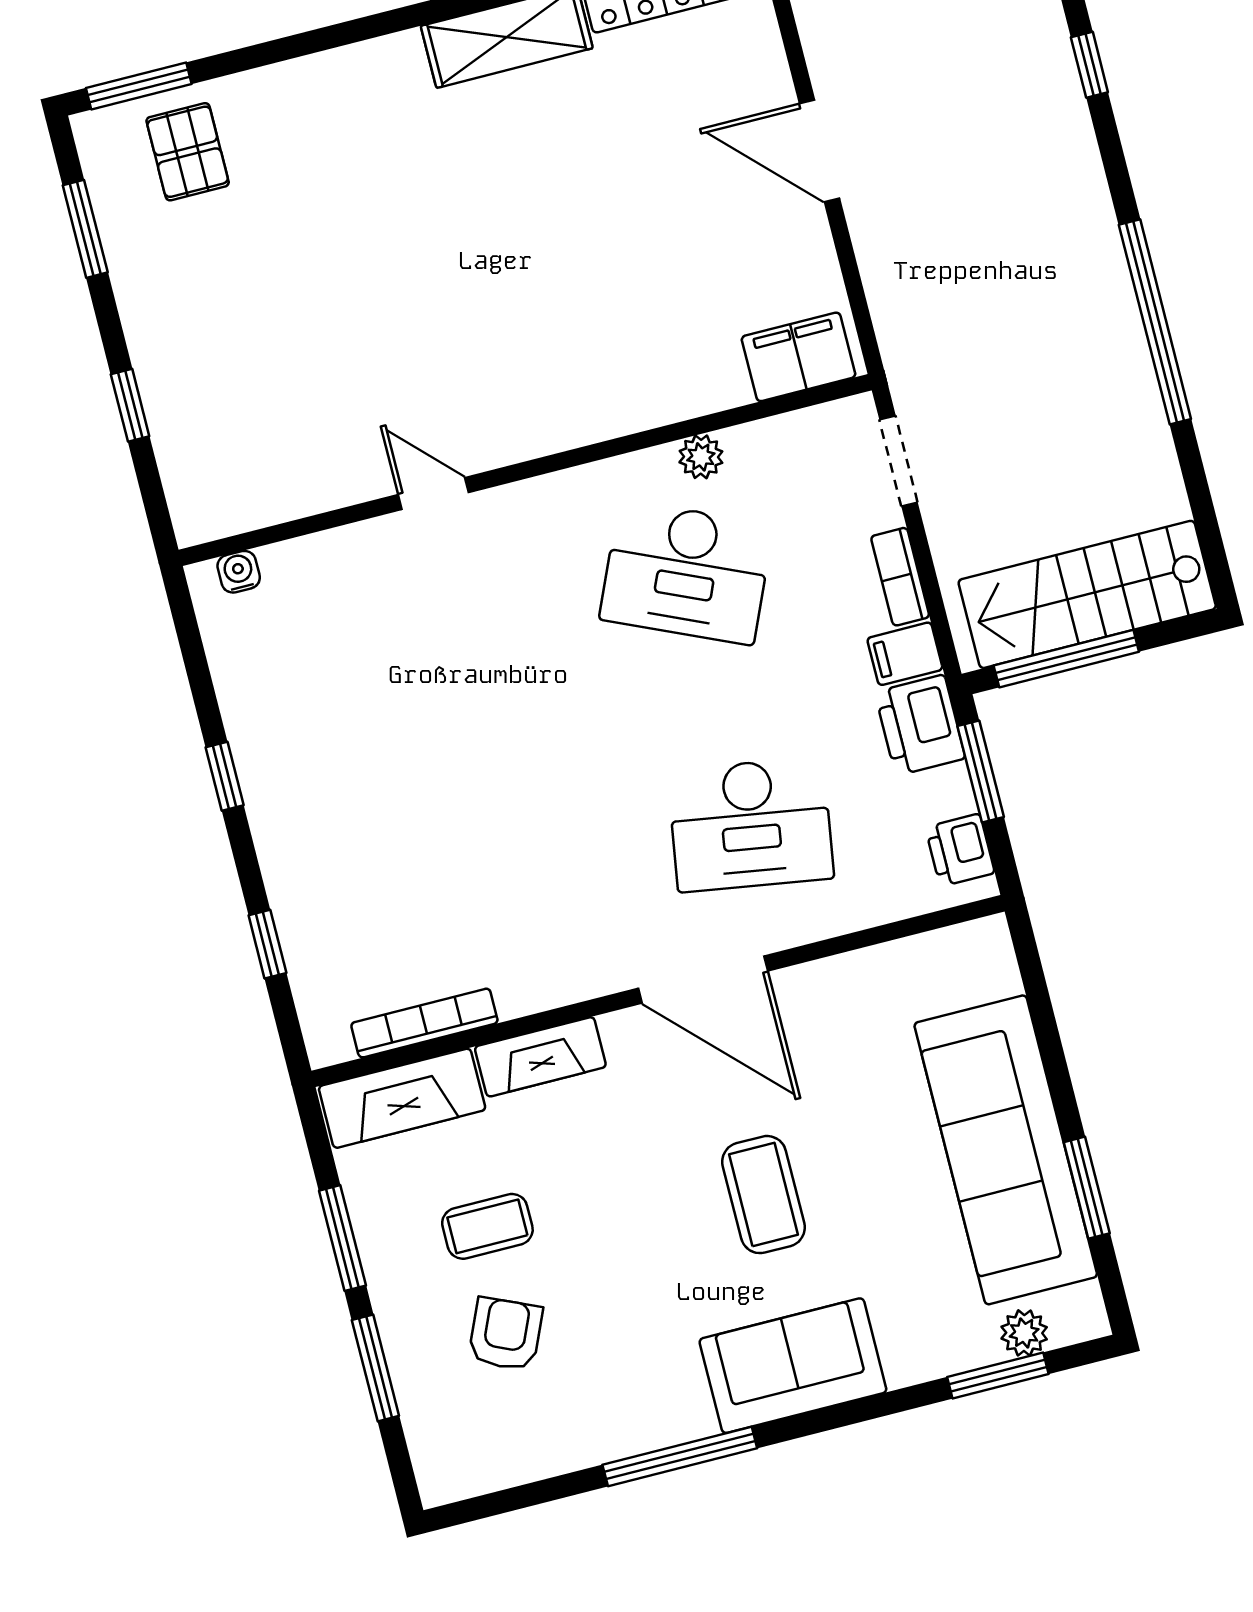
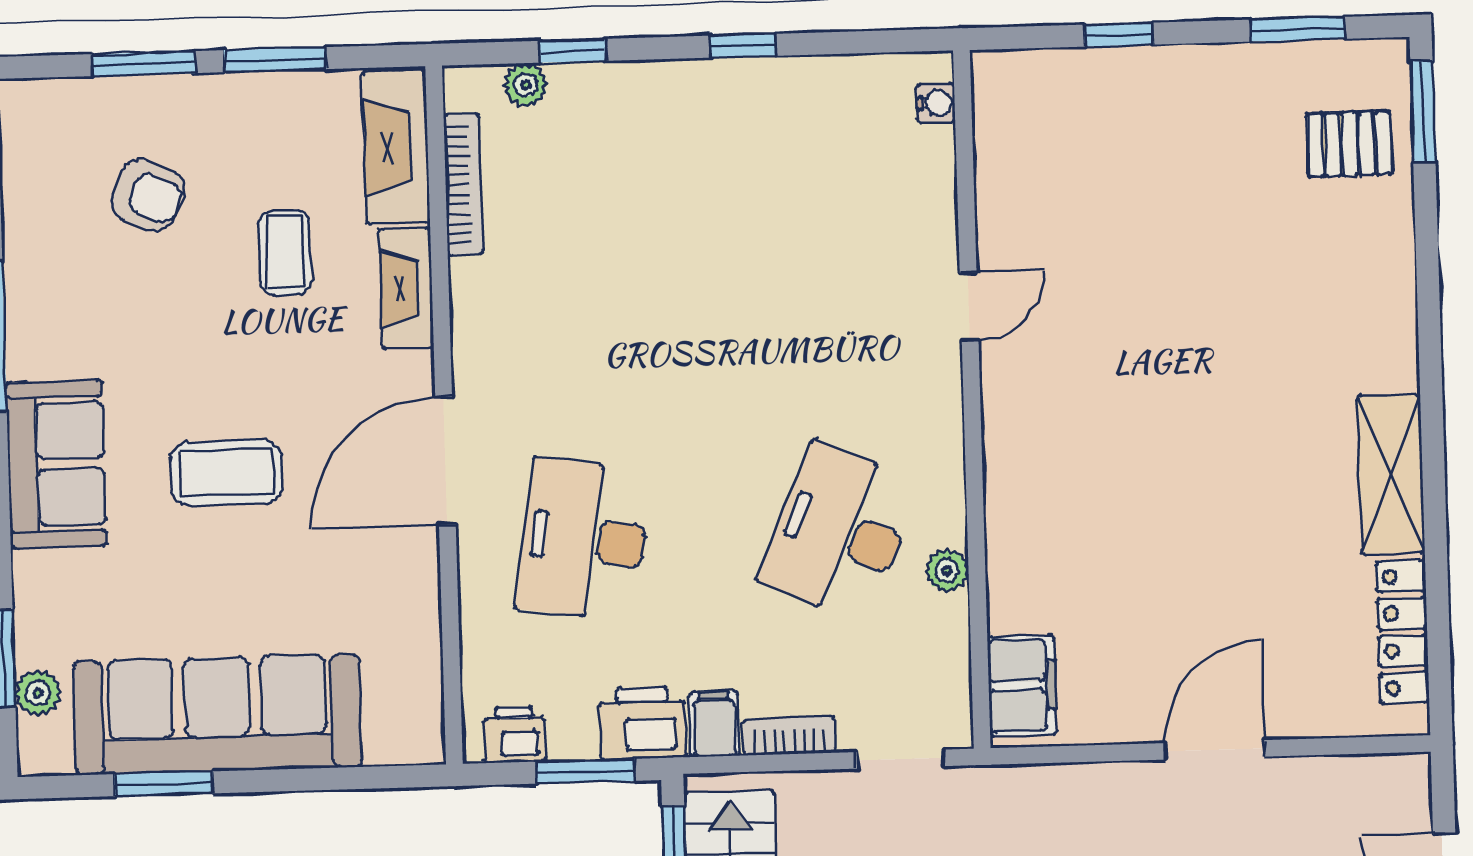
plant: (312, 983) -> (526, 85), added
coffee table: (487, 1226) -> (285, 252), moved

